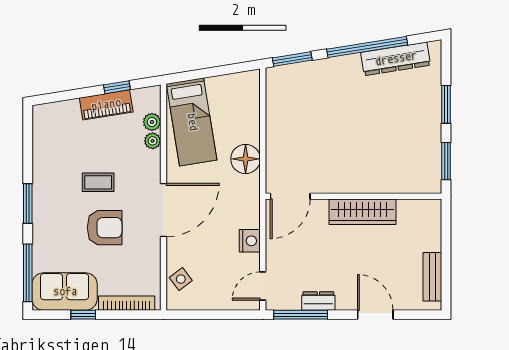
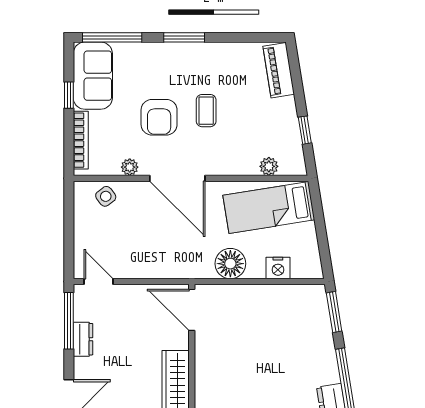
piano: (106, 105) -> (279, 70), moved
plant: (153, 141) -> (130, 167), moved
nightstand: (250, 241) -> (278, 268), moved

